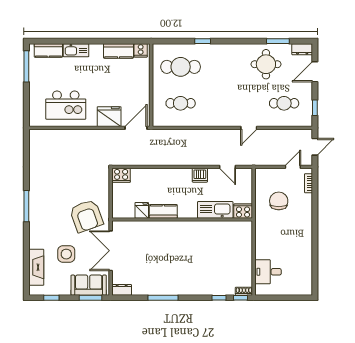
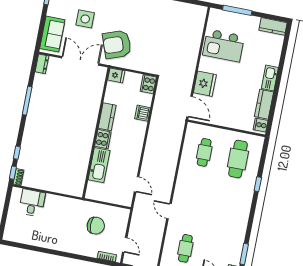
kitchen counter: (48, 50) -> (273, 26), moved, turned -90
kitchen sink: (76, 50) -> (270, 78), moved
round table: (266, 64) -> (225, 239), removed
window: (26, 66) -> (237, 10), moved
kitchen island: (66, 105) -> (223, 46), turned -90
door: (227, 167) -> (137, 184), swing flipped
dishwasher: (200, 175) -> (143, 113), moved
fridge: (142, 210) -> (116, 75), moved
cooker: (243, 211) -> (103, 139), moved
window: (90, 298) -> (40, 33), removed

